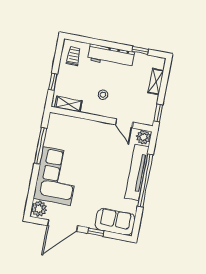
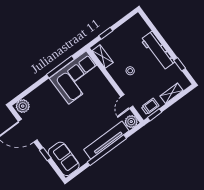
trolley: (74, 56) -> (150, 106), moved
corner sofa: (57, 176) -> (77, 78), moved

